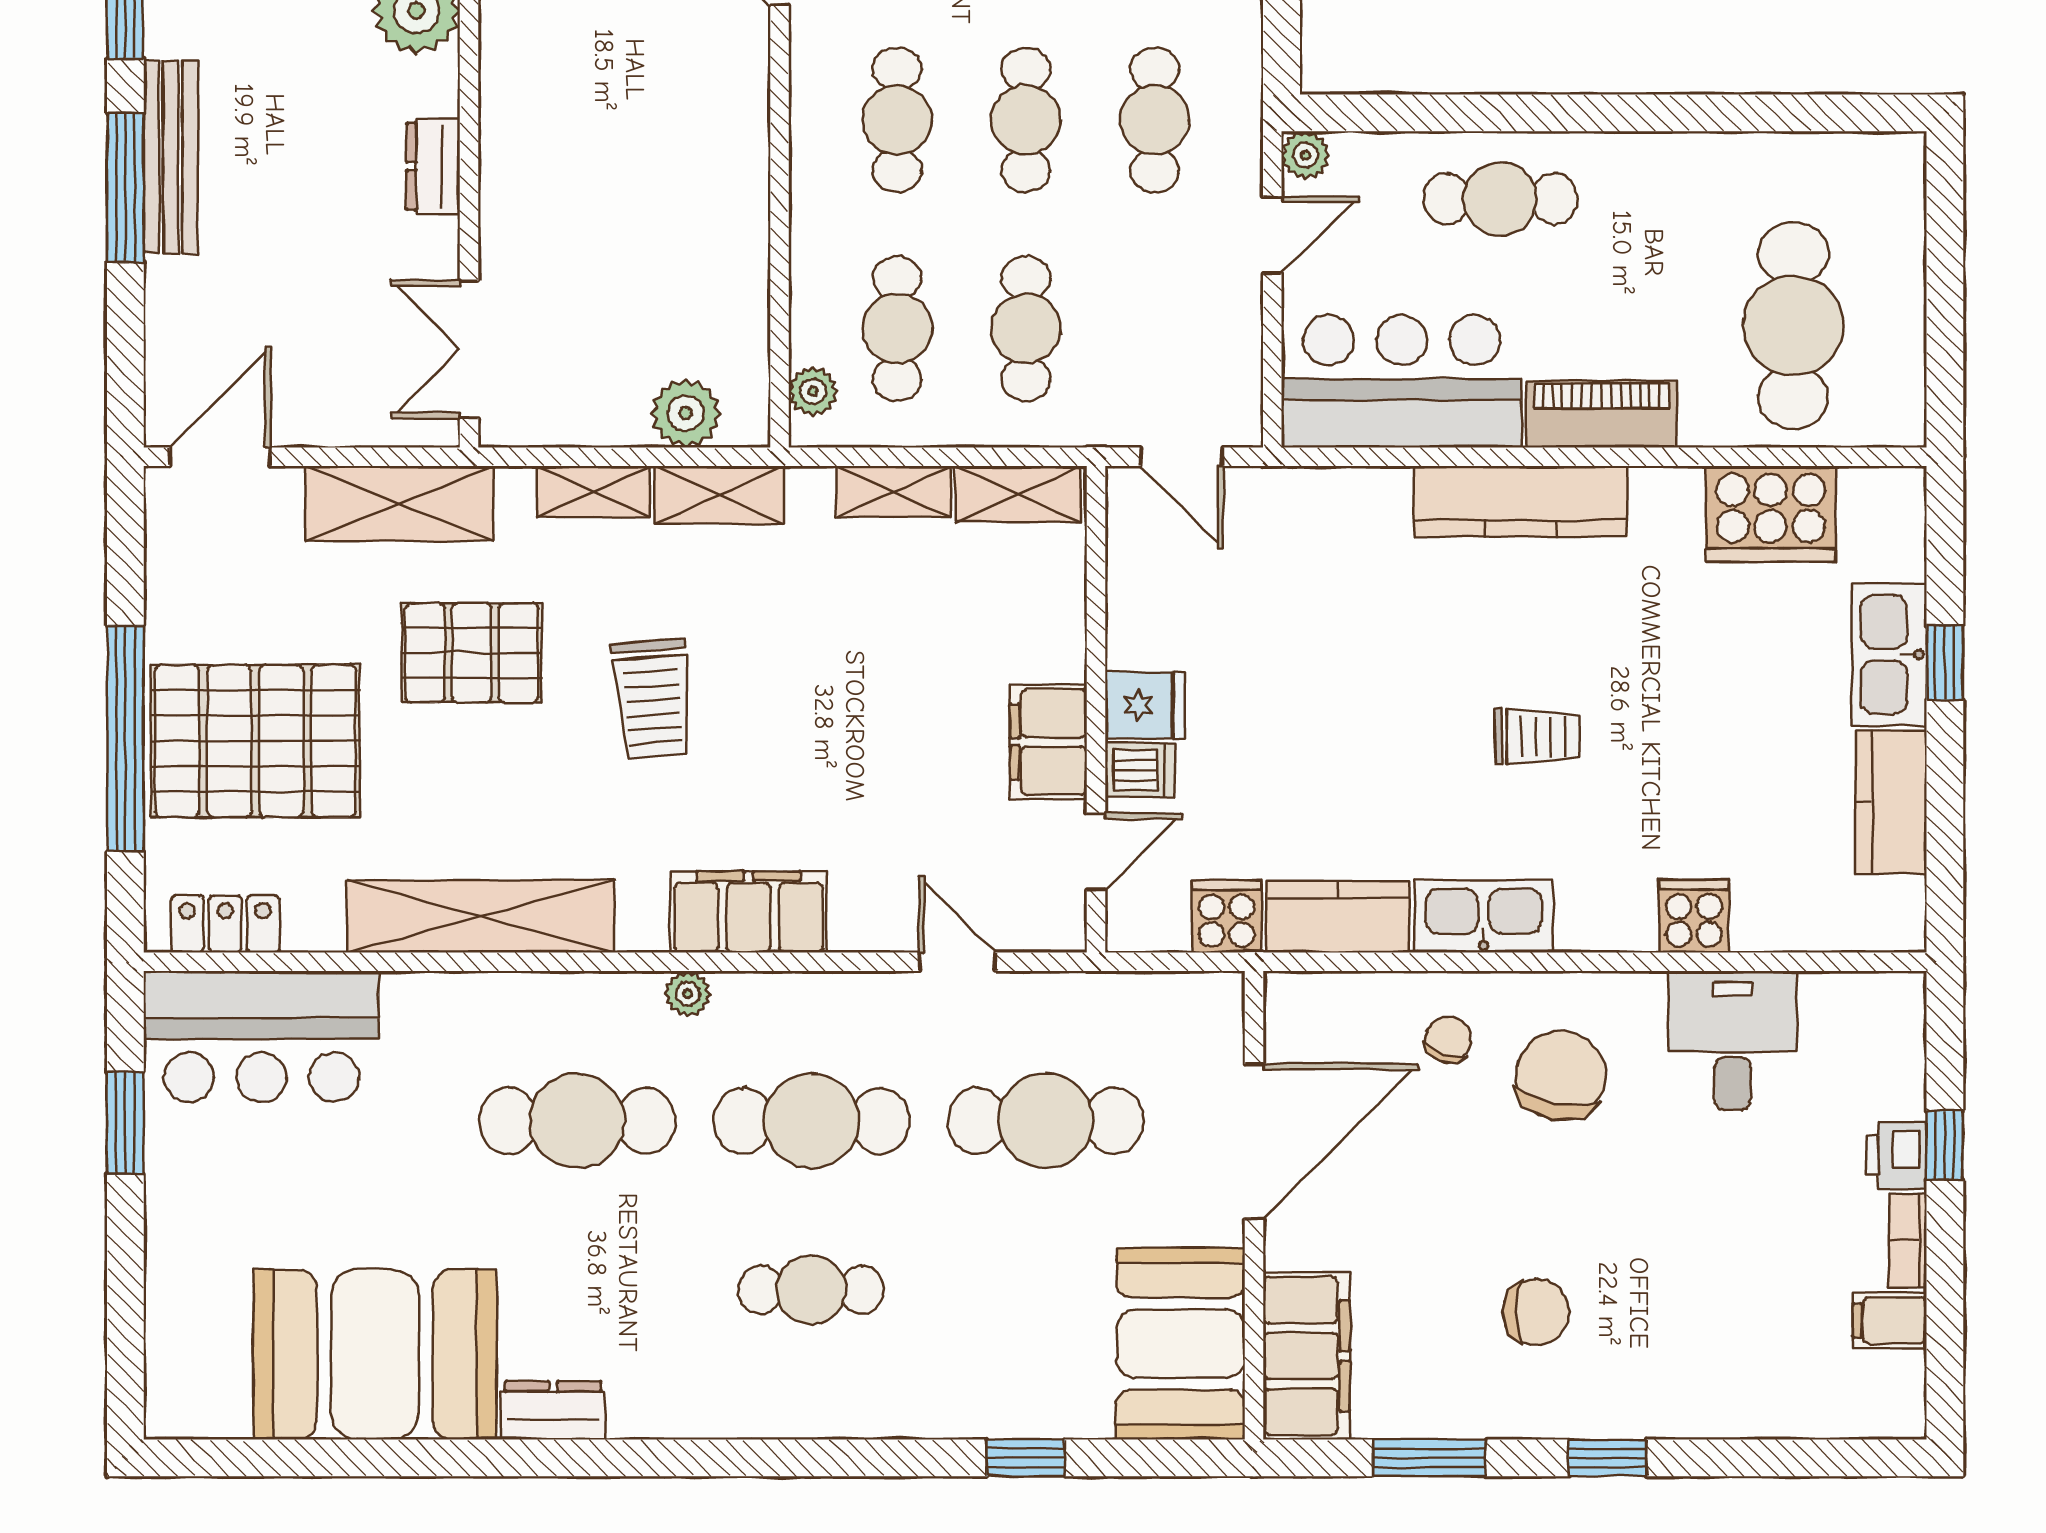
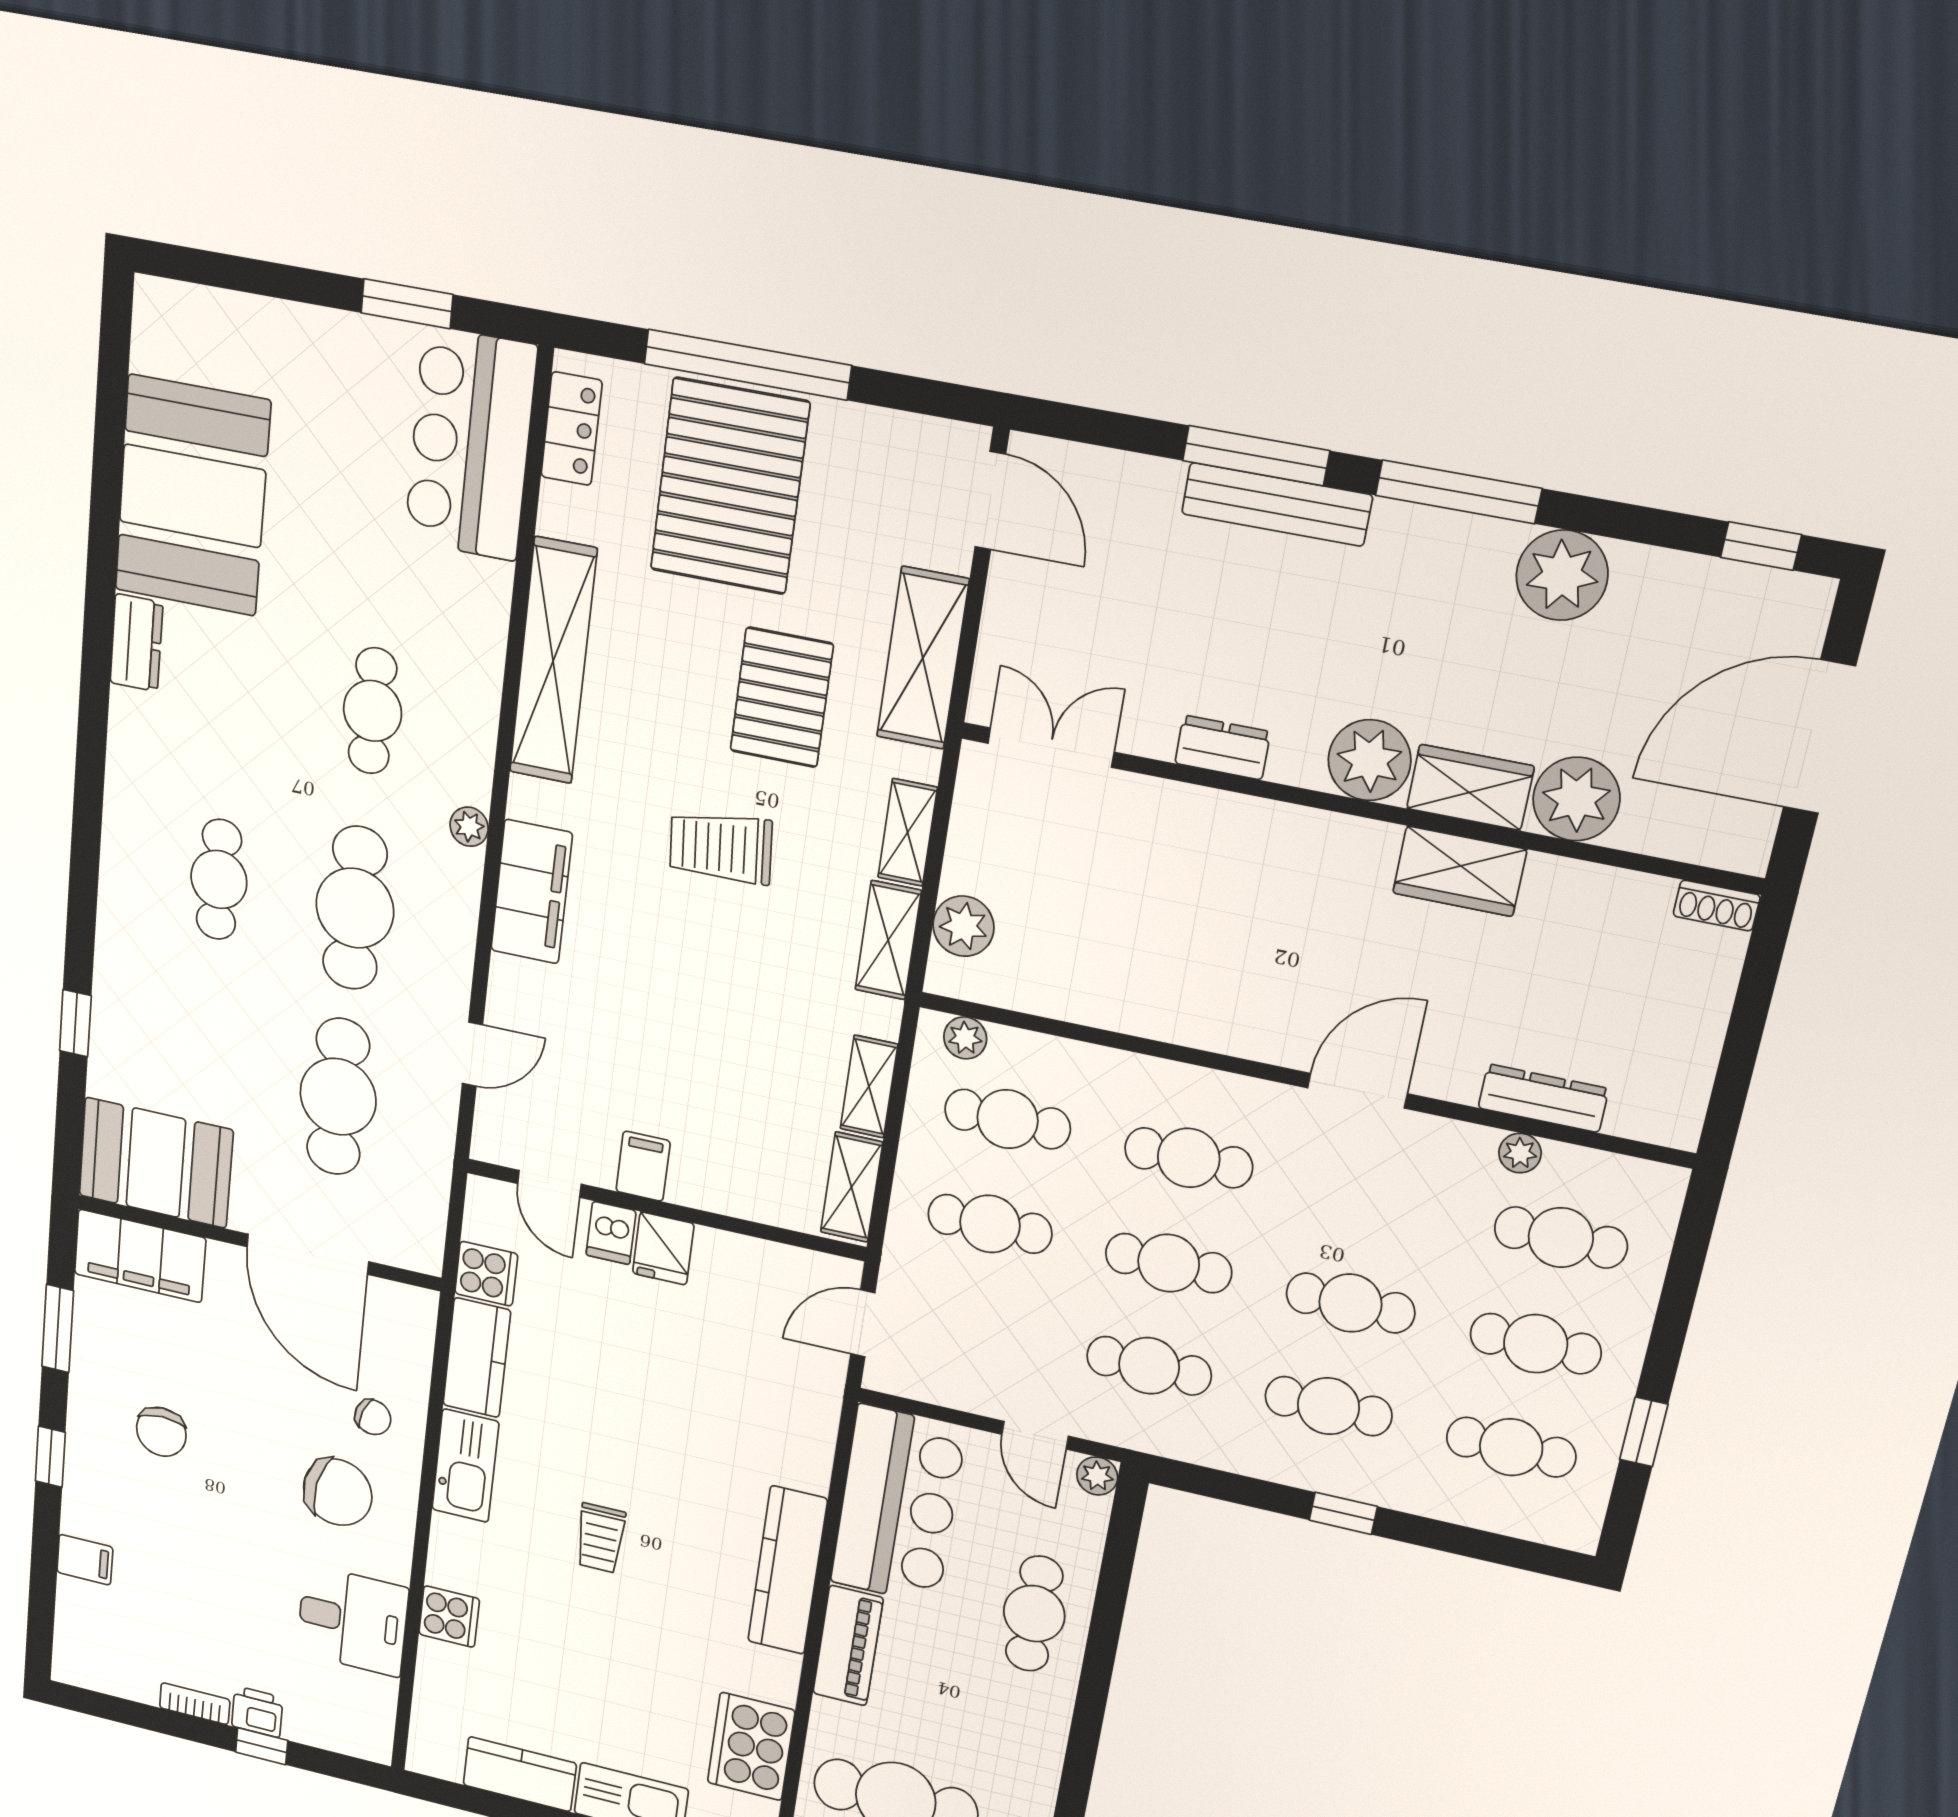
filing cabinet: (1048, 742) -> (643, 1166), width x0.50
cafe table: (577, 1121) -> (373, 711), width x0.73, depth x0.74
filing cabinet: (1890, 1320) -> (85, 1560), moved, turned 90

